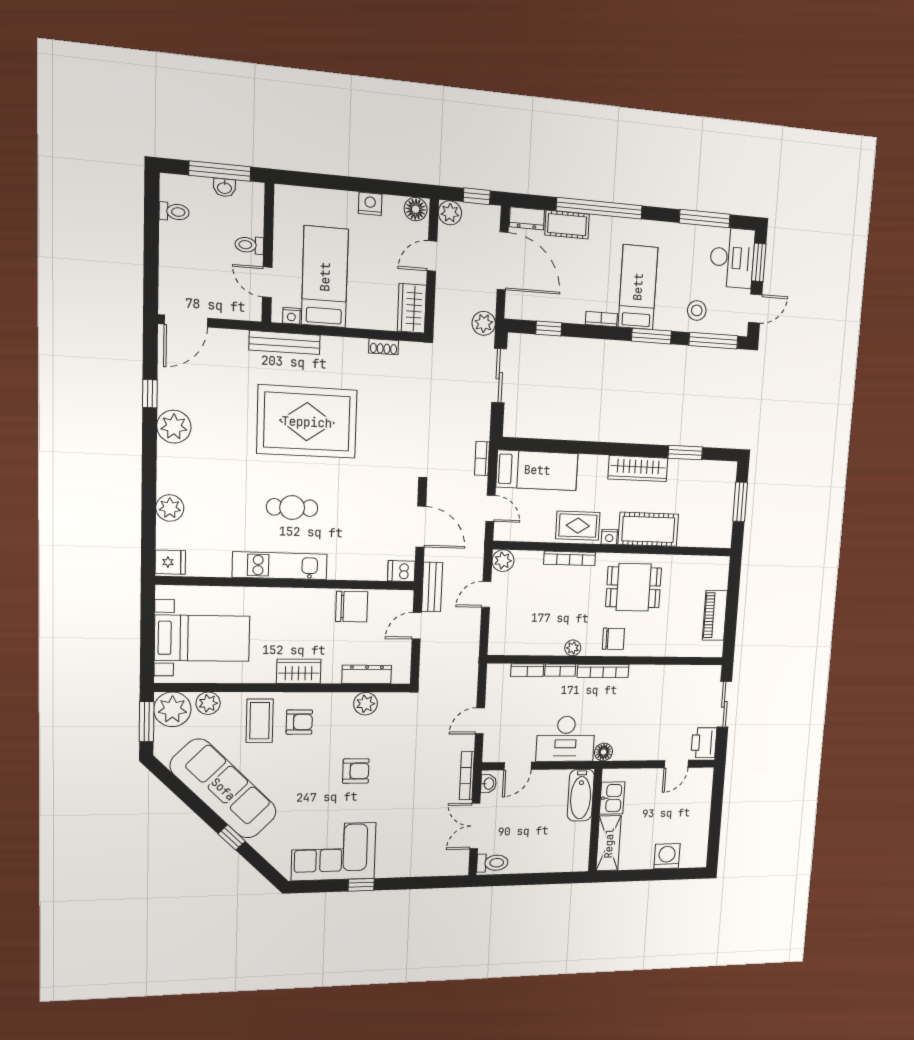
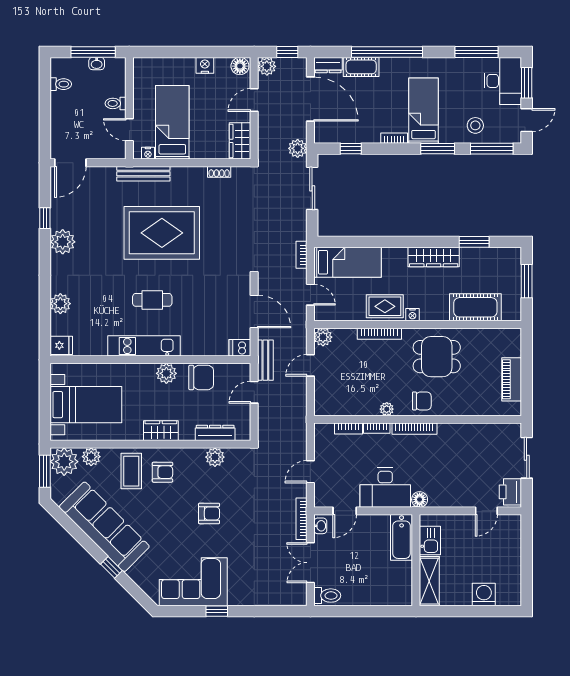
cot: (648, 529) -> (475, 307), moved
plant: (308, 601) -> (166, 373), added

